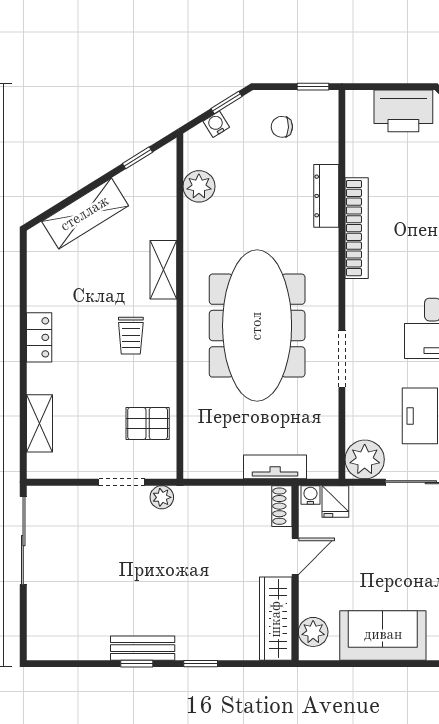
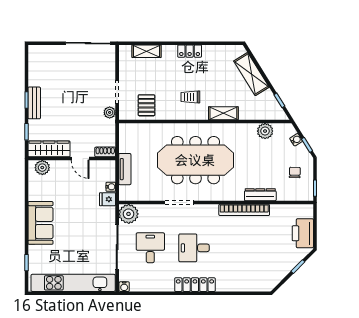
shoe rack: (282, 506) -> (105, 152), moved
door: (295, 556) -> (80, 159), moved
wall: (295, 573) -> (72, 159), moved
wardrobe: (276, 619) -> (49, 149), moved
plant: (313, 632) -> (42, 168), moved

